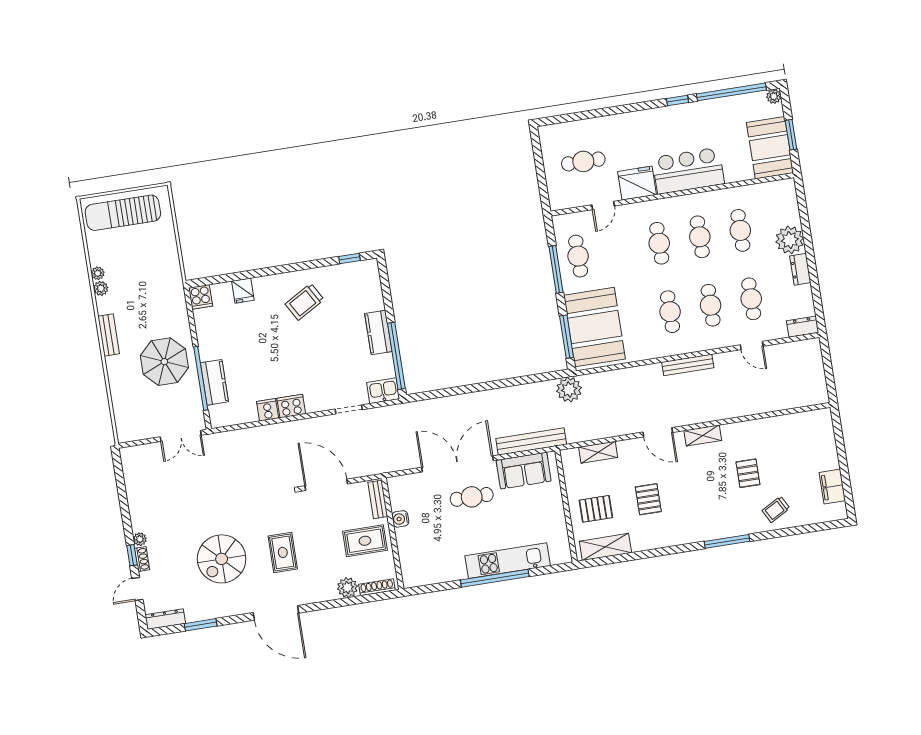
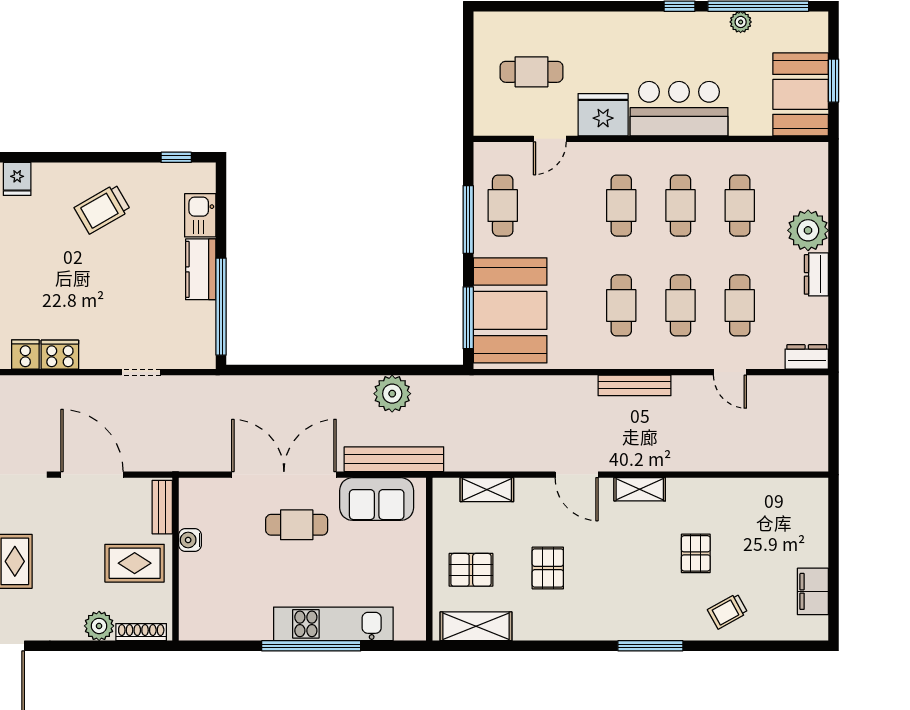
plant: (774, 96) -> (741, 22), moved
plant: (569, 389) -> (392, 394), moved
kitchen sink: (383, 391) -> (200, 215), moved, turned -90

